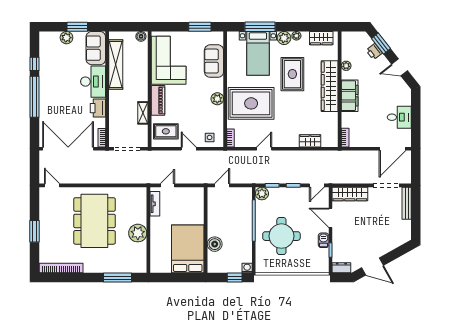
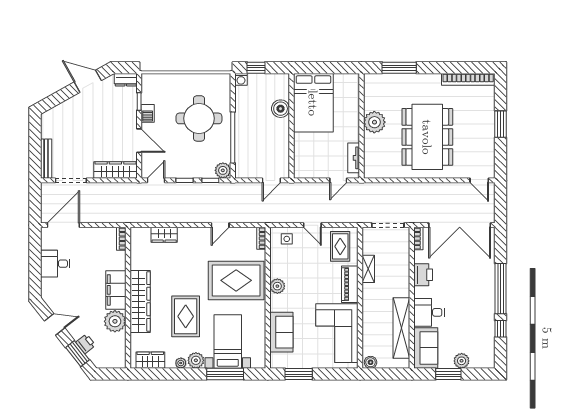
plant: (346, 66) -> (115, 321), width x1.88, depth x1.88
desk: (93, 82) -> (429, 312), width x0.73
rug: (166, 131) -> (340, 246), turned 90

